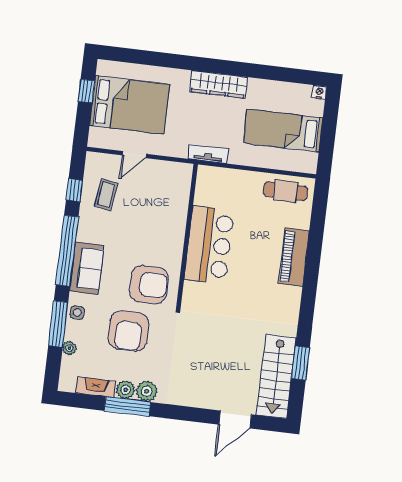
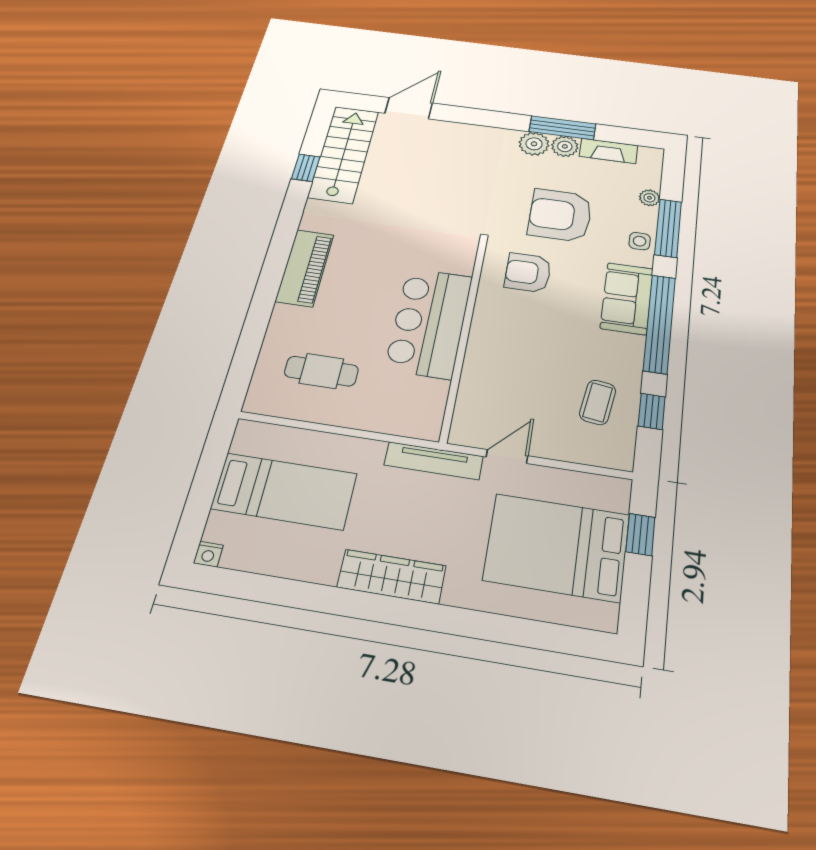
window: (86, 91) -> (640, 534), moved
tv unit: (208, 154) -> (434, 461), width x1.41
door: (134, 155) -> (507, 456), moved
cafe table: (286, 191) -> (321, 371), moved
piano: (294, 257) -> (305, 268), moved
armchair: (149, 285) -> (528, 273), width x0.73, depth x0.73
armchair: (129, 331) -> (560, 215), turned -90
window: (300, 363) -> (306, 168), width x0.67

